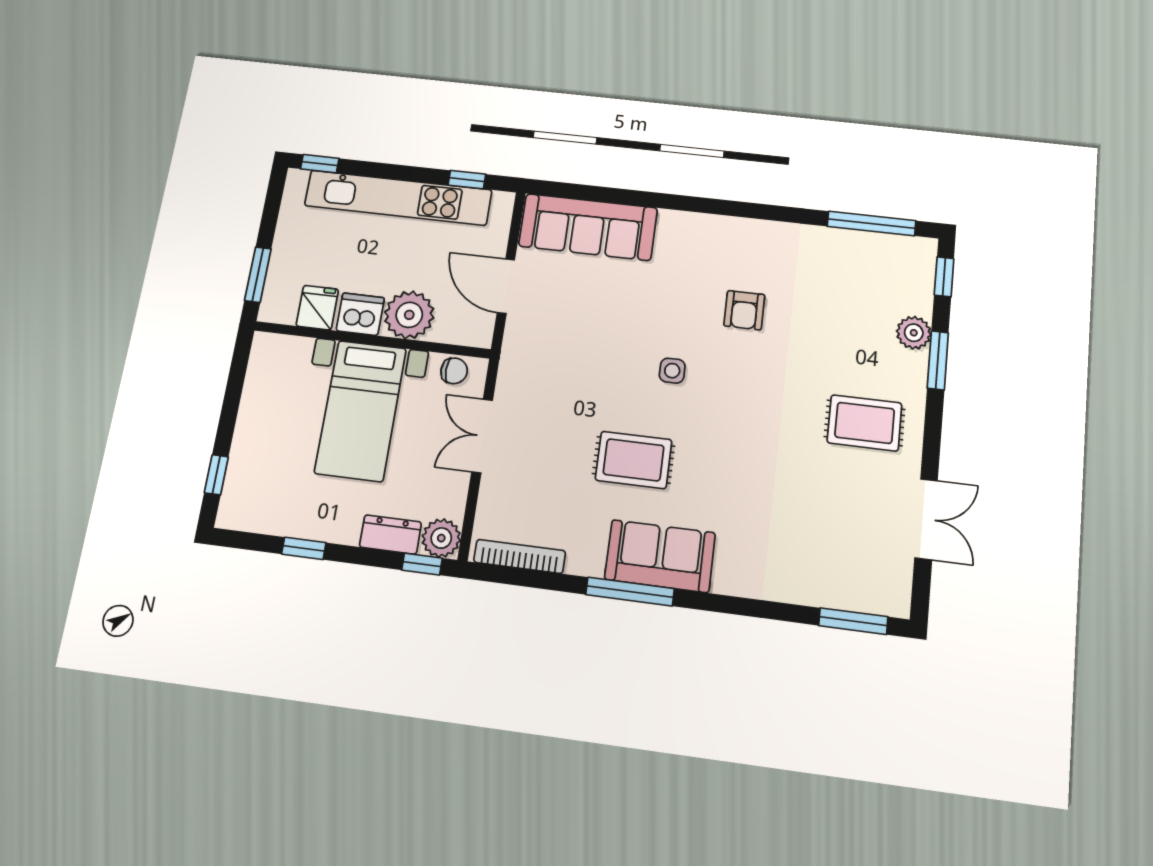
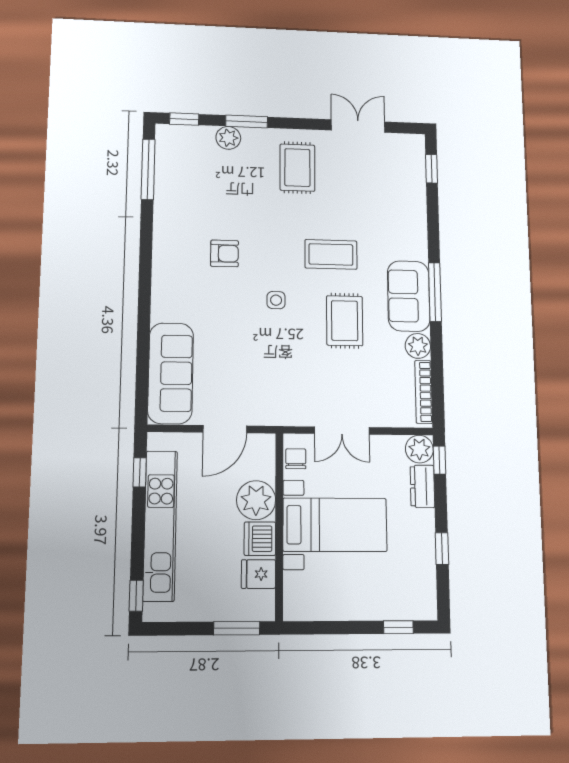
coffee table: (731, 454) -> (331, 254), added
plant: (586, 558) -> (418, 346), added
window: (630, 592) -> (435, 292), moved
window: (853, 621) -> (432, 169), width x0.67

